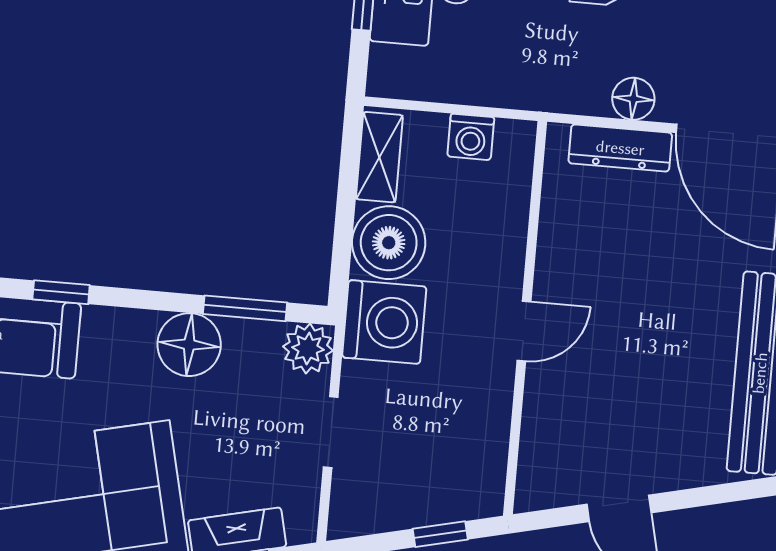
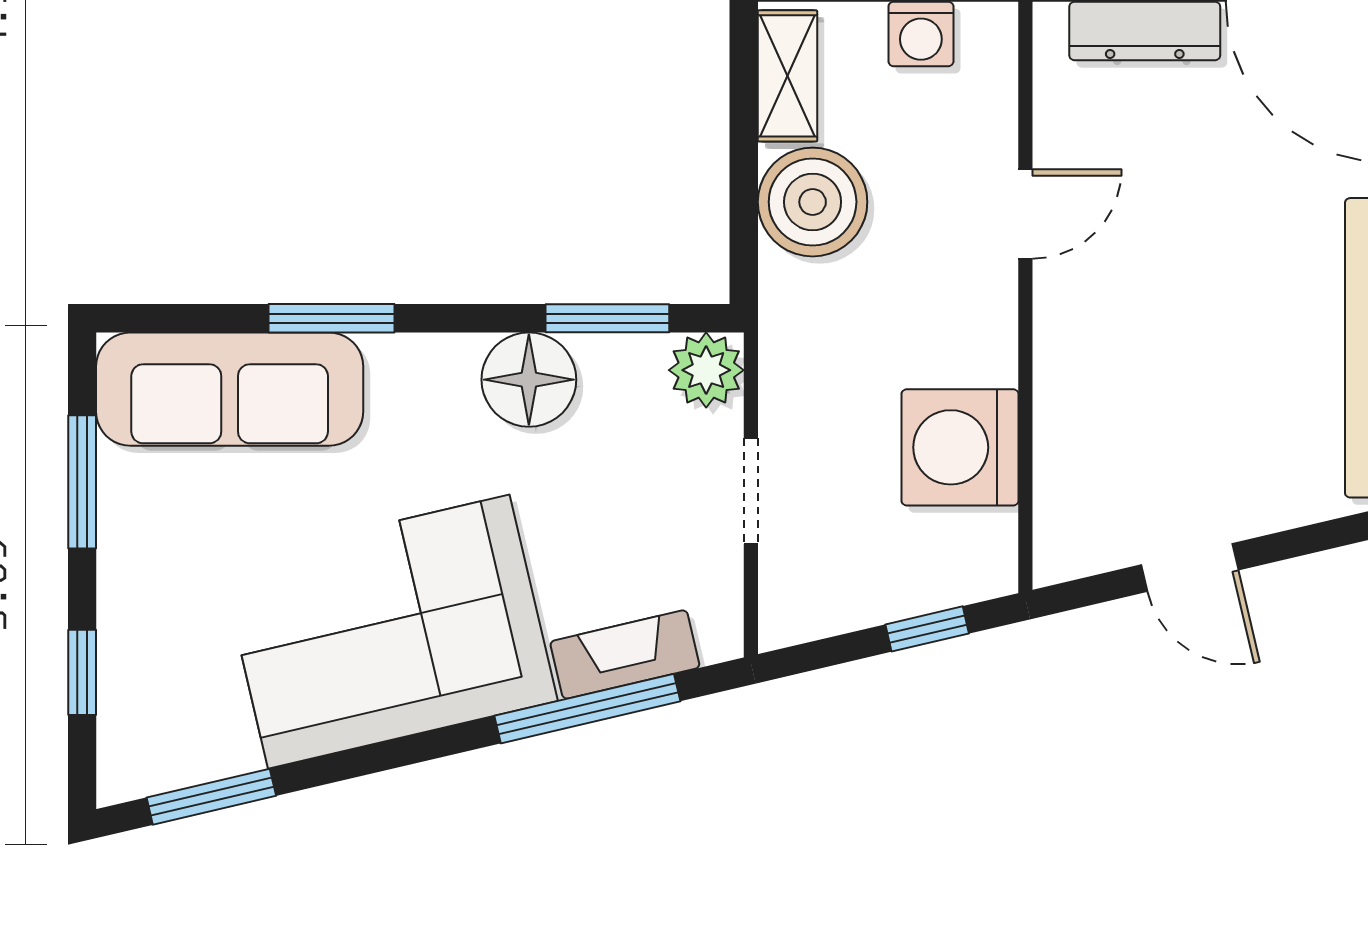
window: (61, 292) -> (332, 318), width x1.50
washing machine: (384, 322) -> (960, 447), moved, turned 180
door: (524, 331) -> (1025, 214), moved

